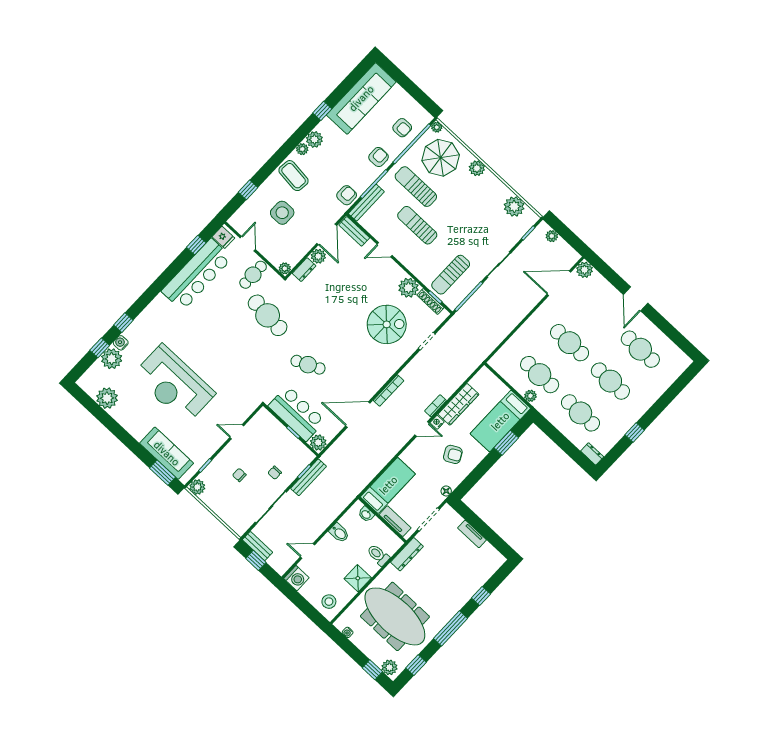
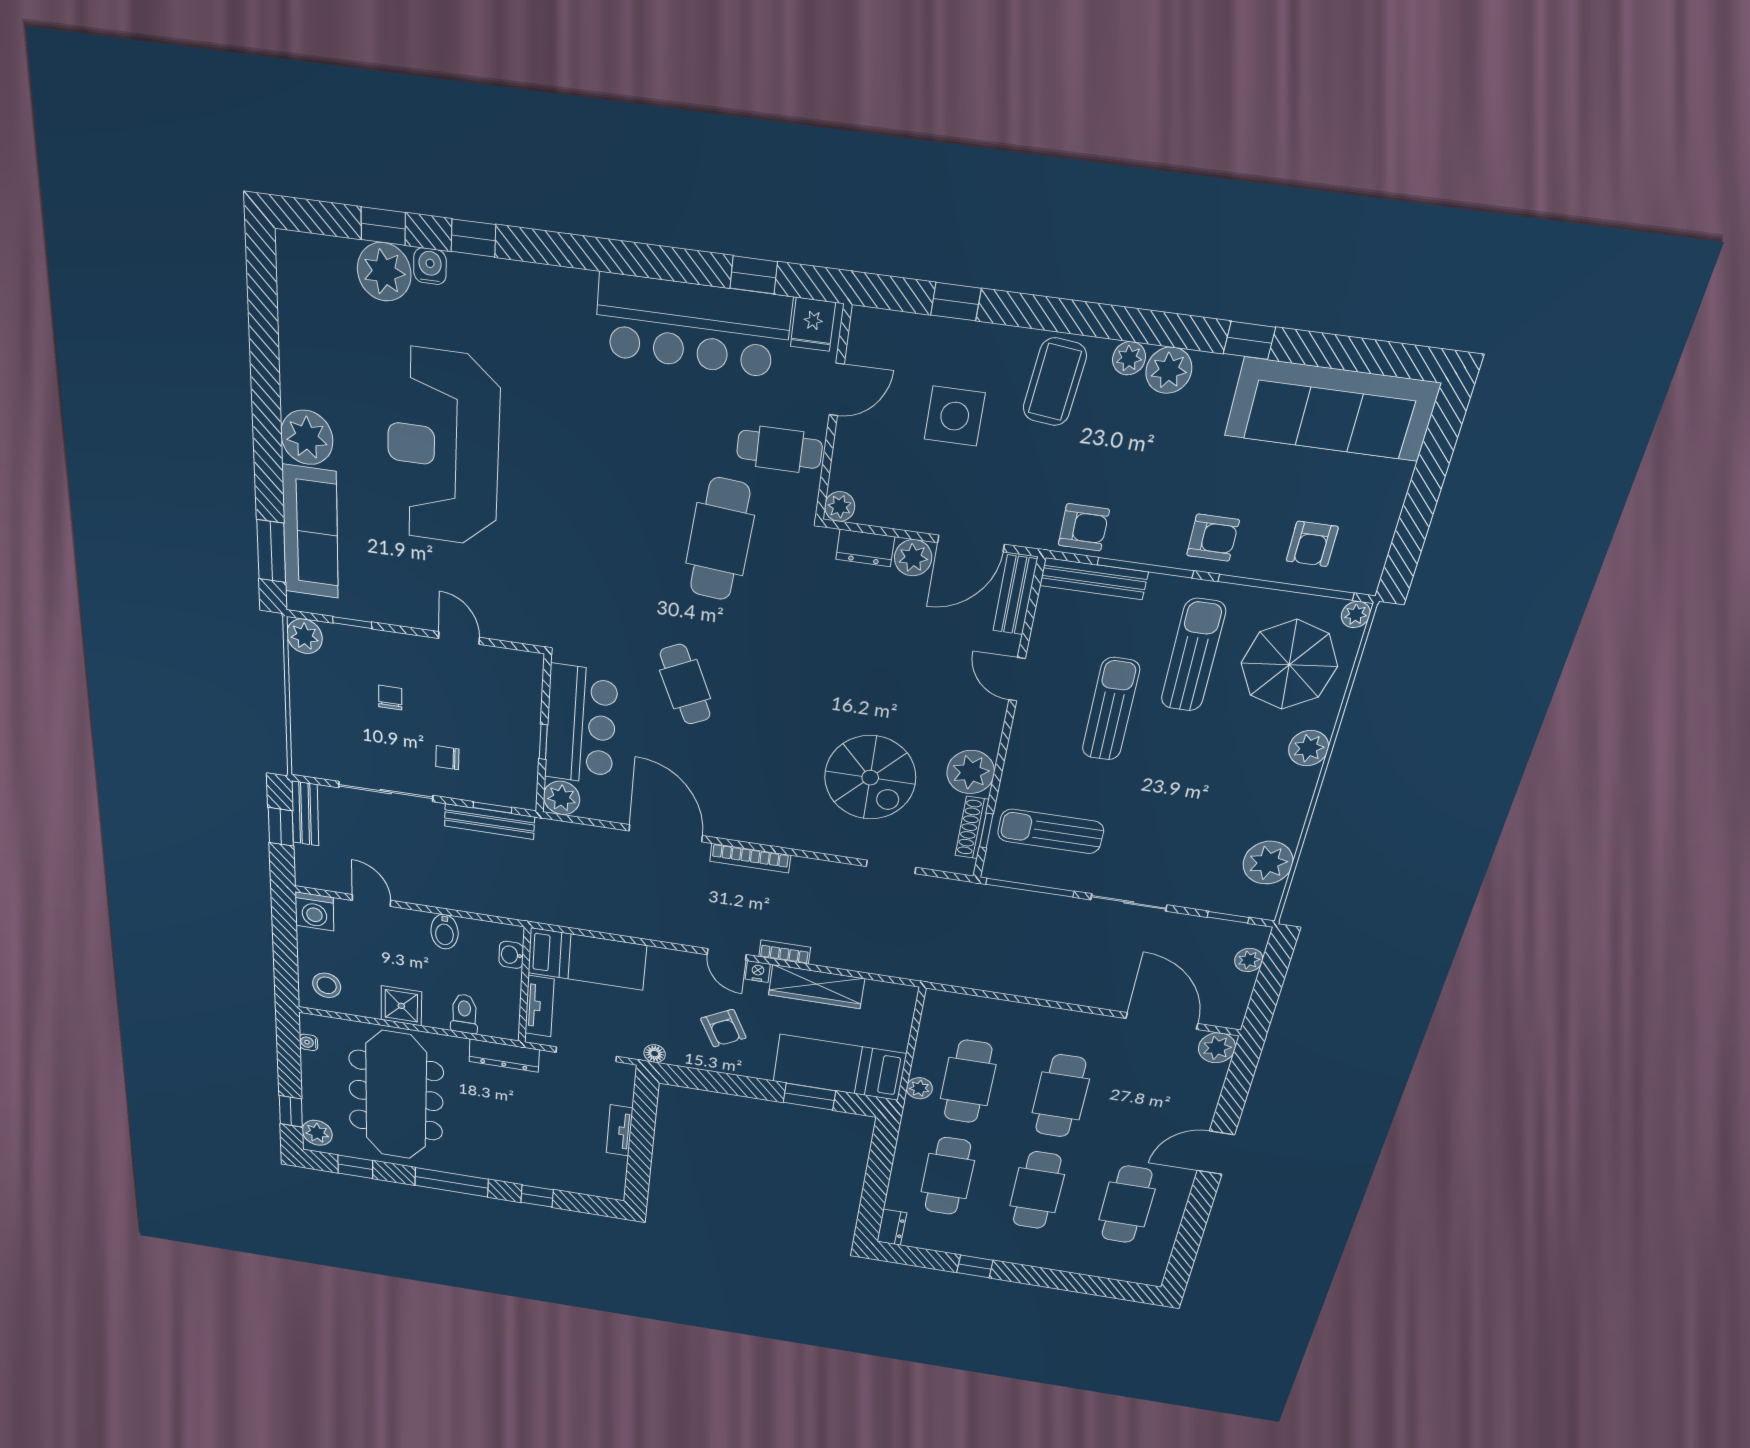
plant: (107, 398) -> (307, 437), moved

